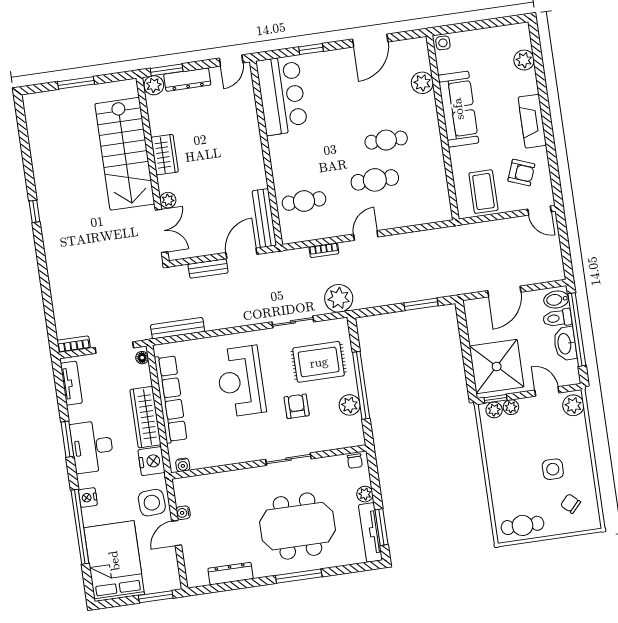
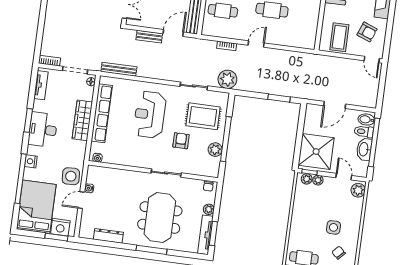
nightstand: (151, 461) -> (60, 227), moved, turned 90
meeting table: (297, 526) -> (160, 218), turned 90

